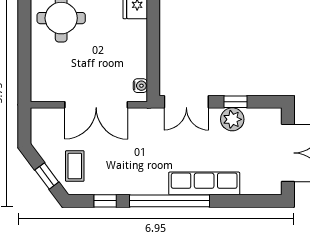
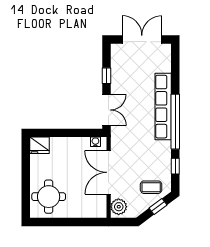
double door: (96, 105) -> (109, 172), swing flipped
plant: (232, 119) -> (119, 207), moved
row of seats: (204, 183) -> (163, 107), width x1.36

